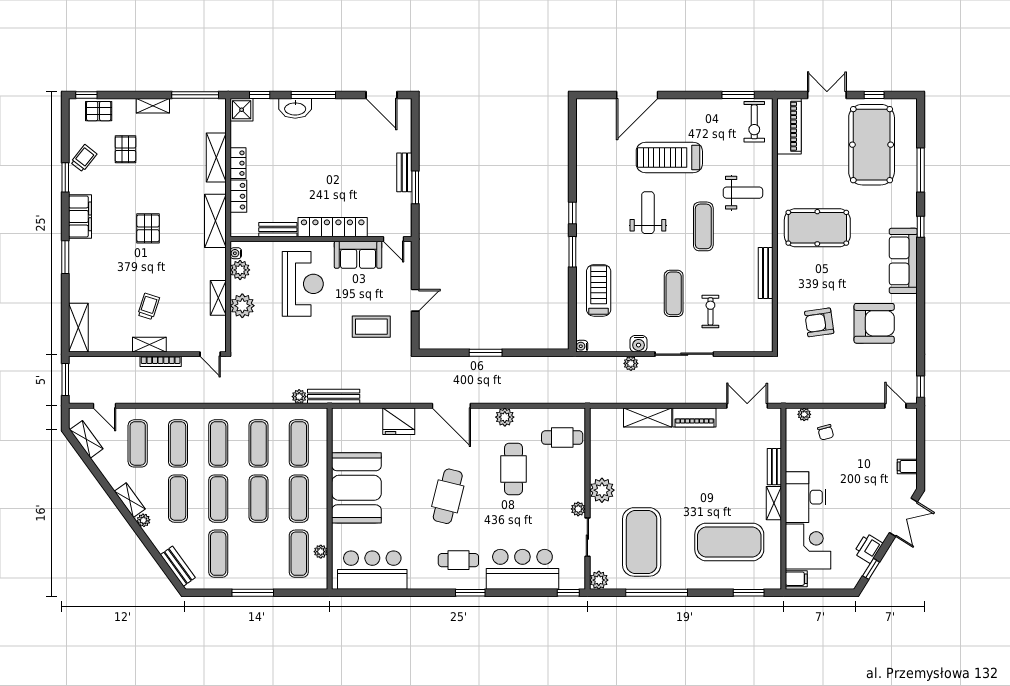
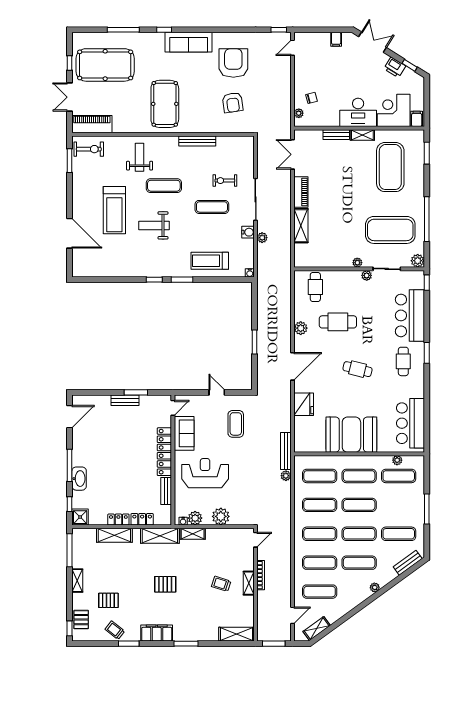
shelving: (218, 298) -> (193, 534), moved
plant: (602, 490) -> (357, 263), width x0.53, depth x0.53
cafe table: (448, 496) -> (357, 369), width x0.73, depth x0.74
shelving: (130, 500) -> (360, 597), removed

